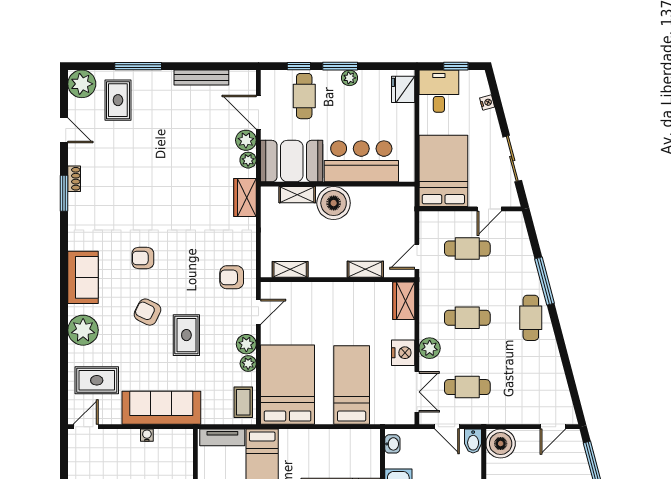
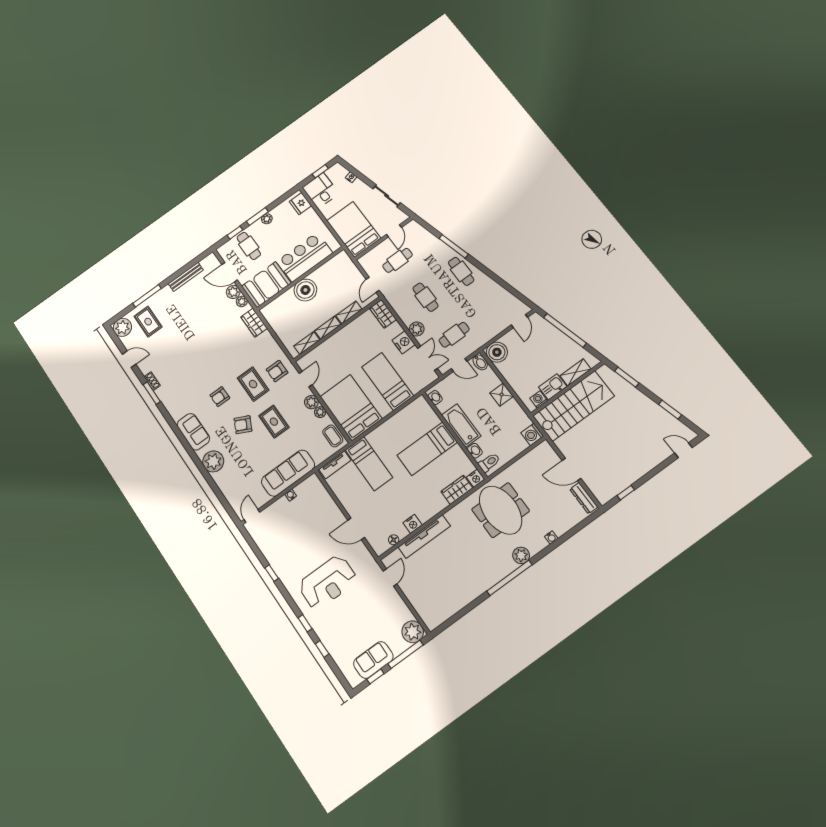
shelving: (297, 195) -> (328, 328), moved
cafe table: (467, 318) -> (426, 297), turned 90
rug: (97, 380) -> (253, 384), moved, turned 90

